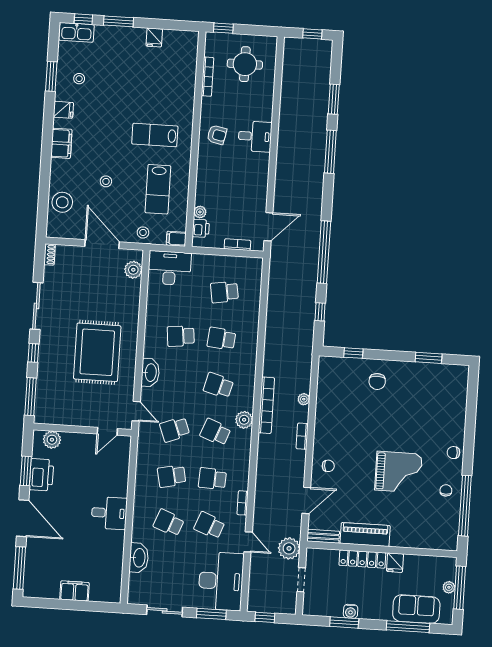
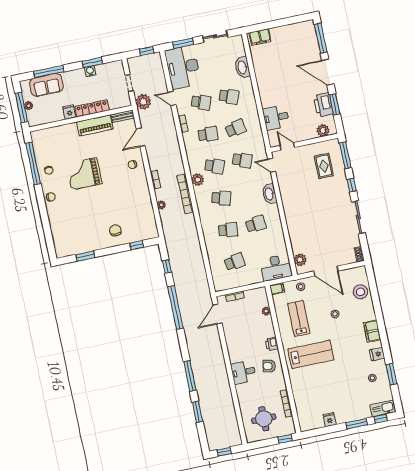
lab bench: (155, 135) -> (311, 354), width x1.36, depth x1.39
printer: (201, 228) -> (272, 344), moved
rug: (97, 352) -> (324, 166), moved, width x0.54, depth x0.49
school desk: (175, 429) -> (242, 160), turned 42
door: (107, 431) -> (287, 146), hinge flipped
desk: (109, 513) -> (276, 118), moved
filing cabinet: (74, 591) -> (260, 37), moved

